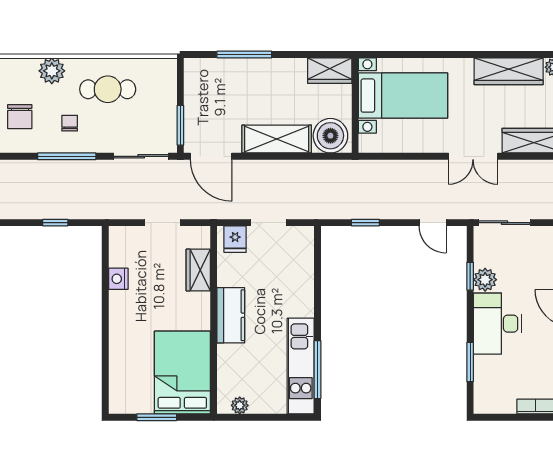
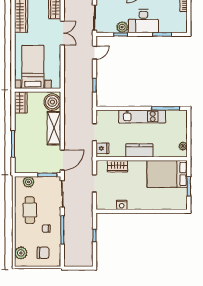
plant: (52, 71) -> (21, 253), moved
plant: (166, 87) -> (28, 182), added
kitchen unit: (301, 366) -> (142, 117), moved

